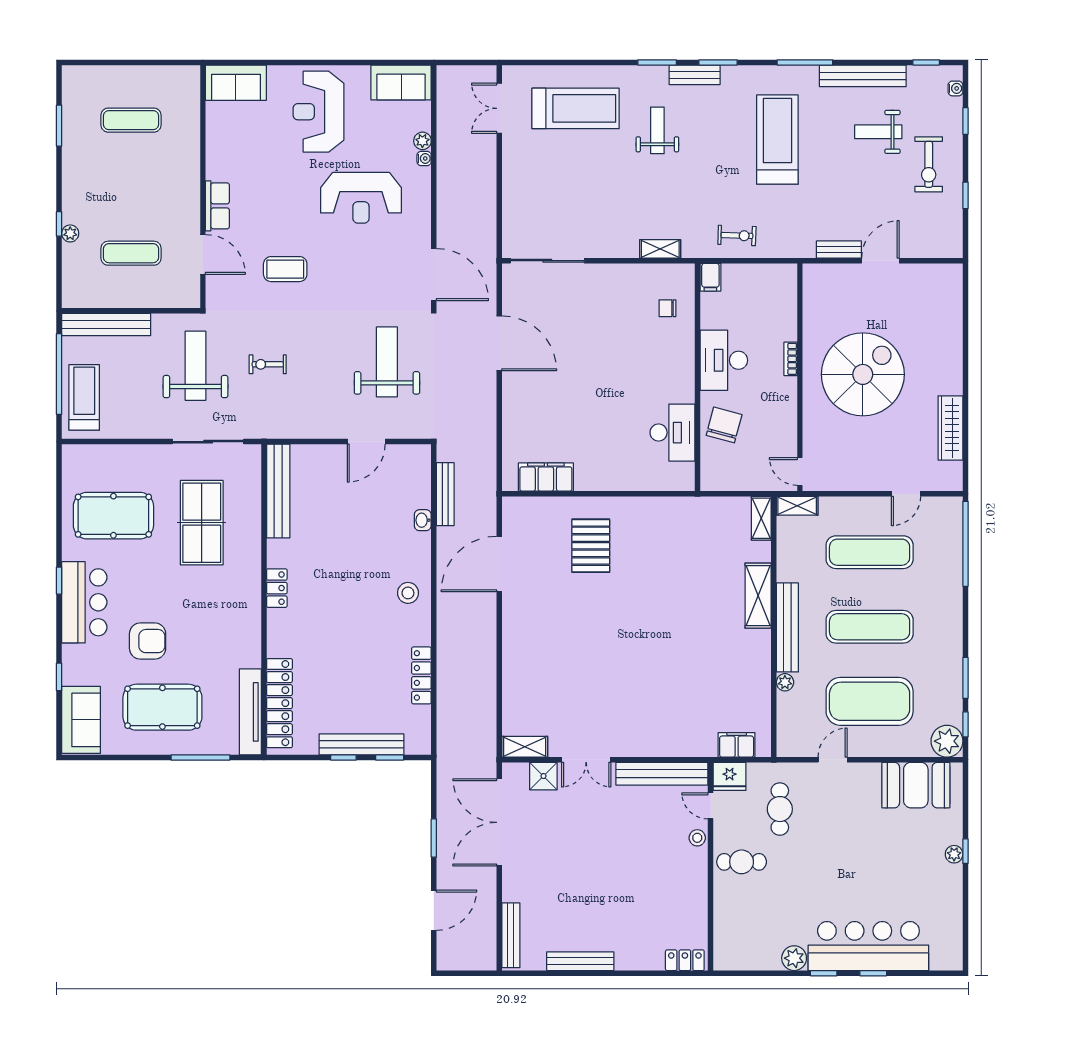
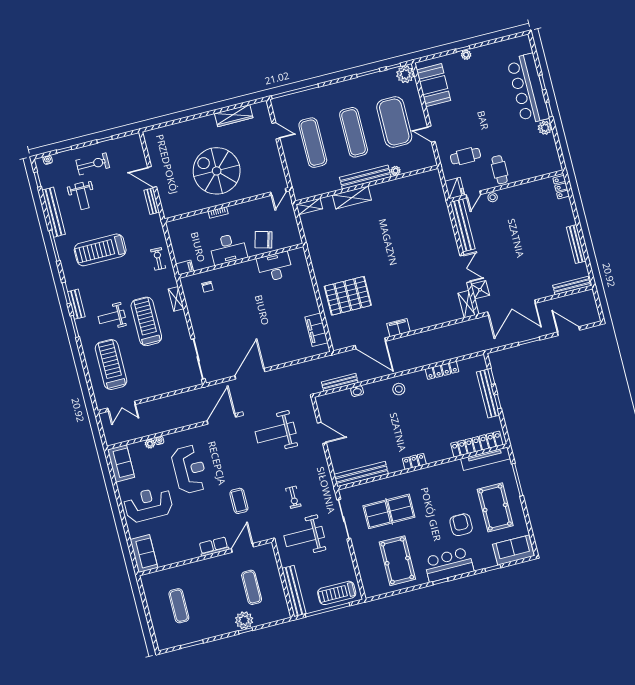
reception desk: (319, 112) -> (148, 504), turned 180
treadmill: (634, 188) -> (146, 321), added
plant: (70, 233) -> (244, 620), width x1.87, depth x1.87
shelving: (797, 506) -> (297, 189), removed
pallet: (591, 546) -> (348, 296), width x1.37, depth x1.41
filing cabinet: (737, 745) -> (398, 328), moved, turned 90

